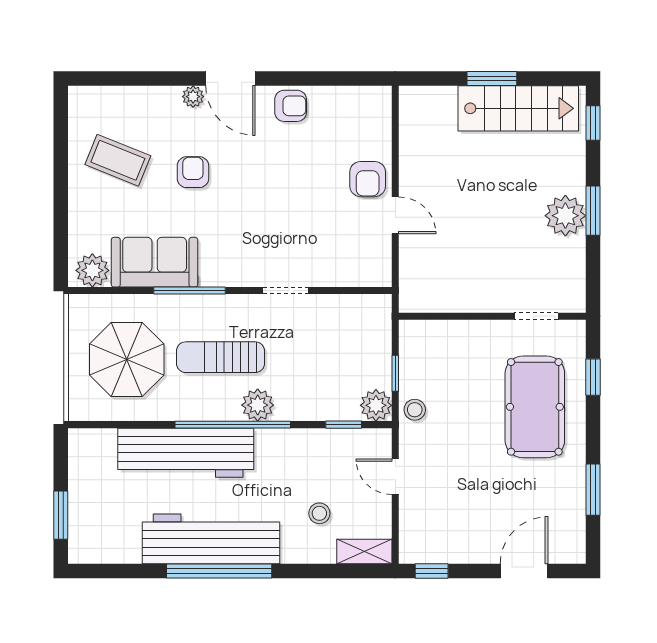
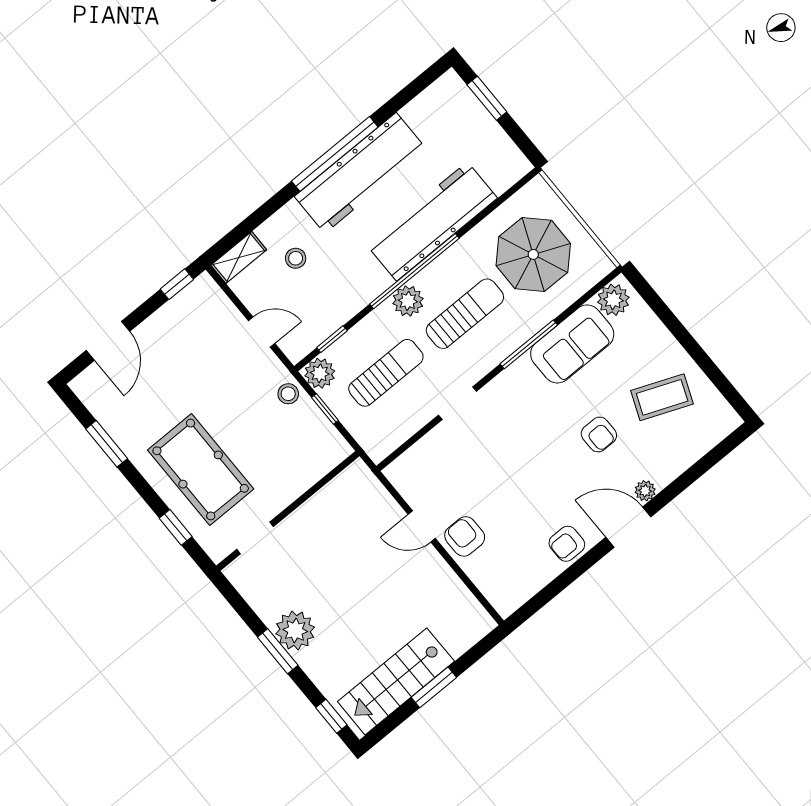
sun lounger: (323, 362) -> (386, 373), added

